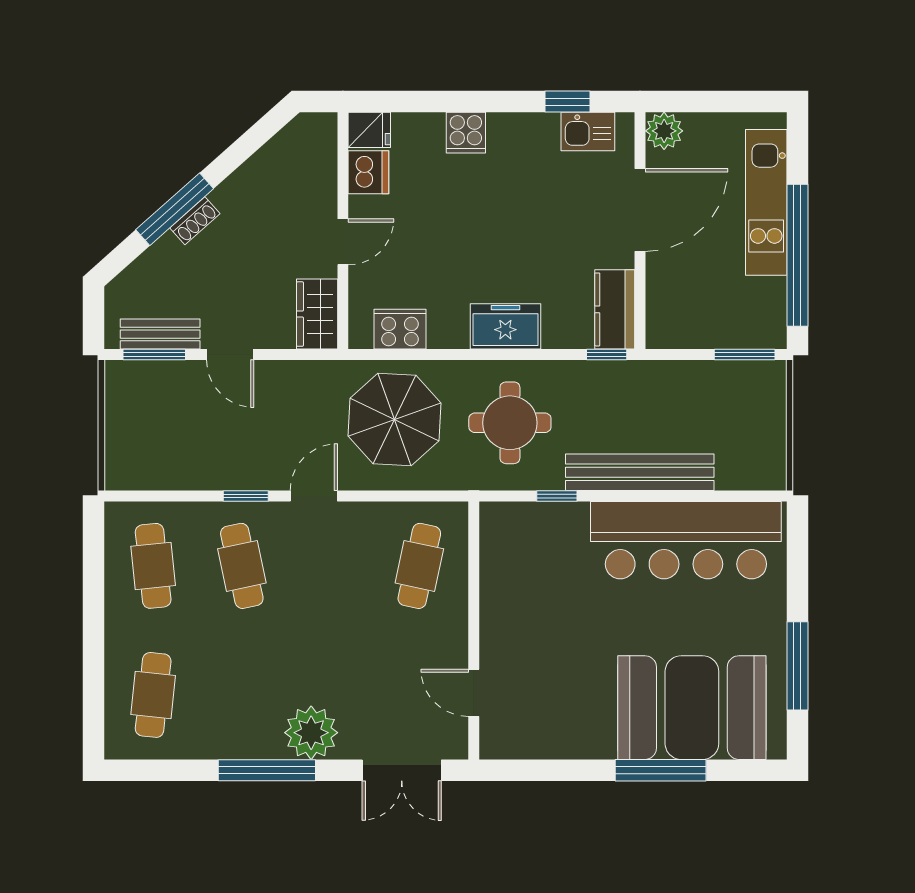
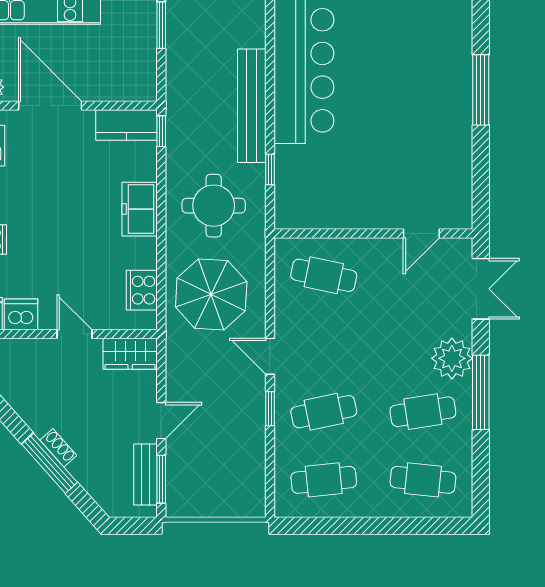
cafe table: (242, 695) -> (423, 412), added
booth: (692, 708) -> (433, 66), removed

